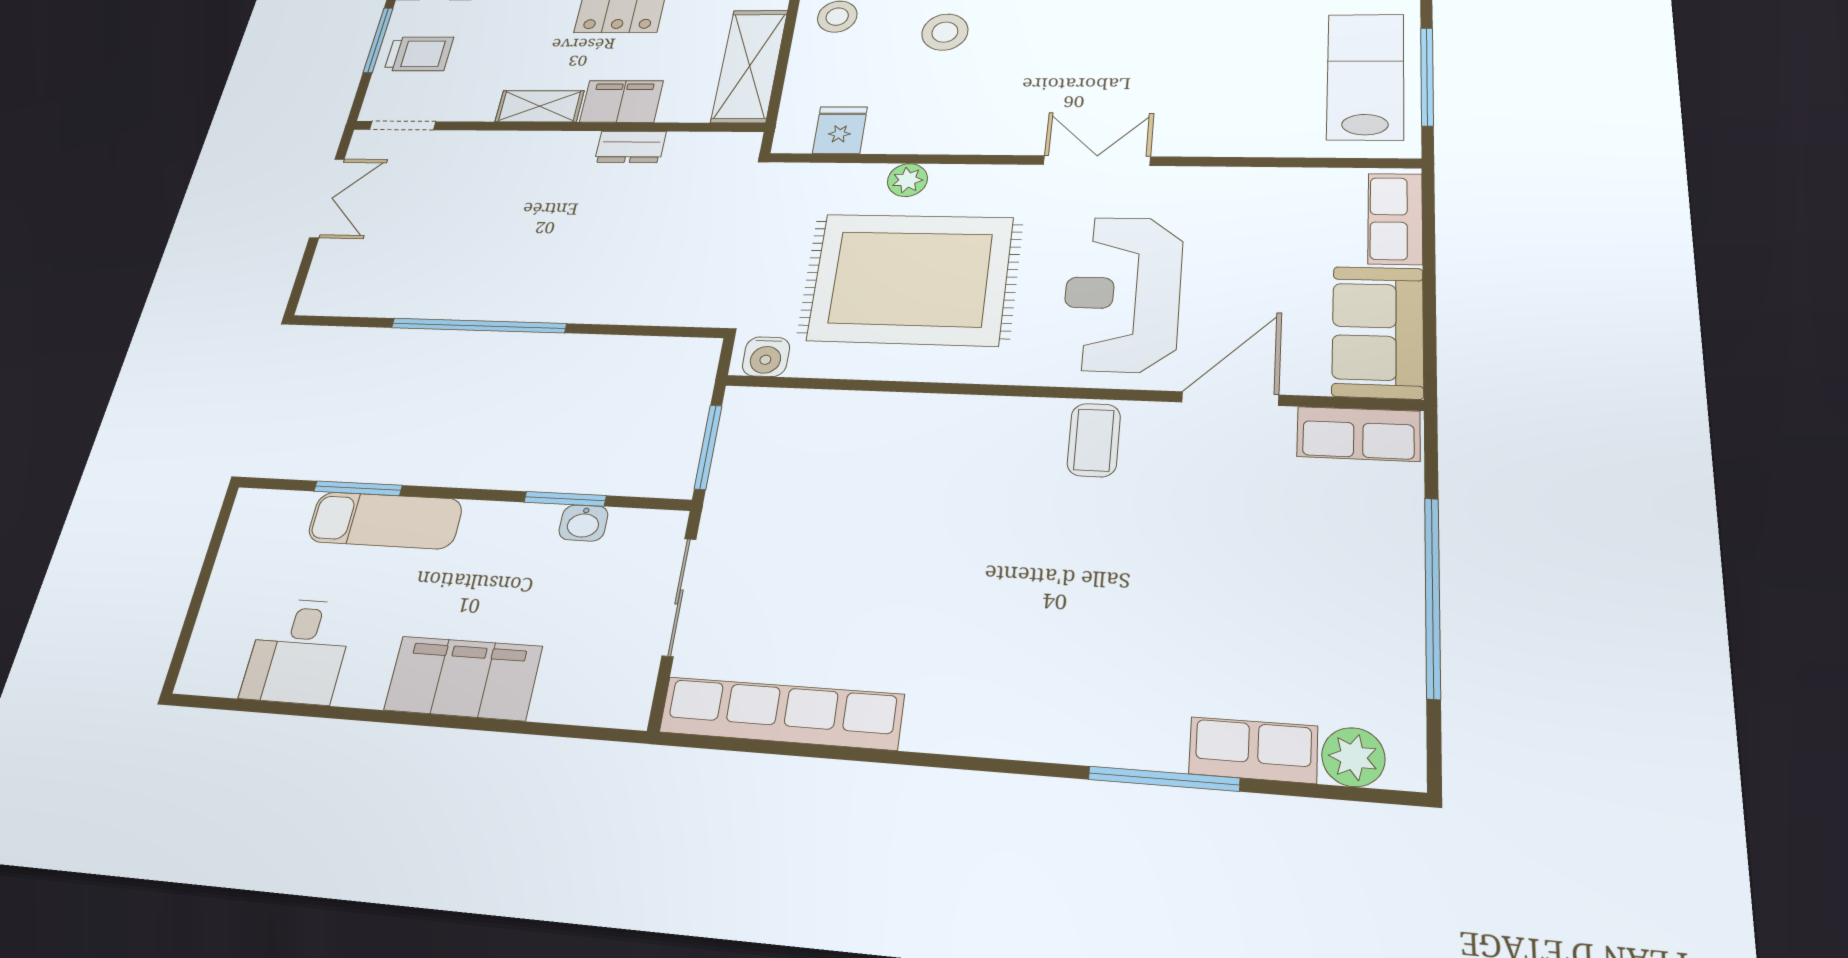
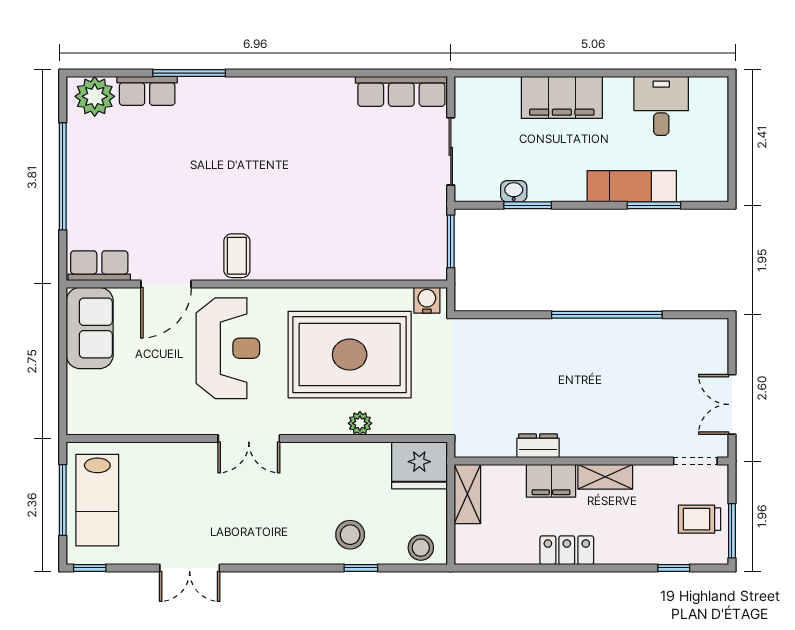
shelving: (749, 66) -> (467, 494), width x0.67, depth x0.75
fridge: (840, 130) -> (419, 465), width x1.88, depth x1.34
row of seats: (1395, 219) -> (81, 401), removed
row of seats: (781, 713) -> (401, 91), width x0.73
plant: (1353, 757) -> (95, 96), width x1.36, depth x1.36

